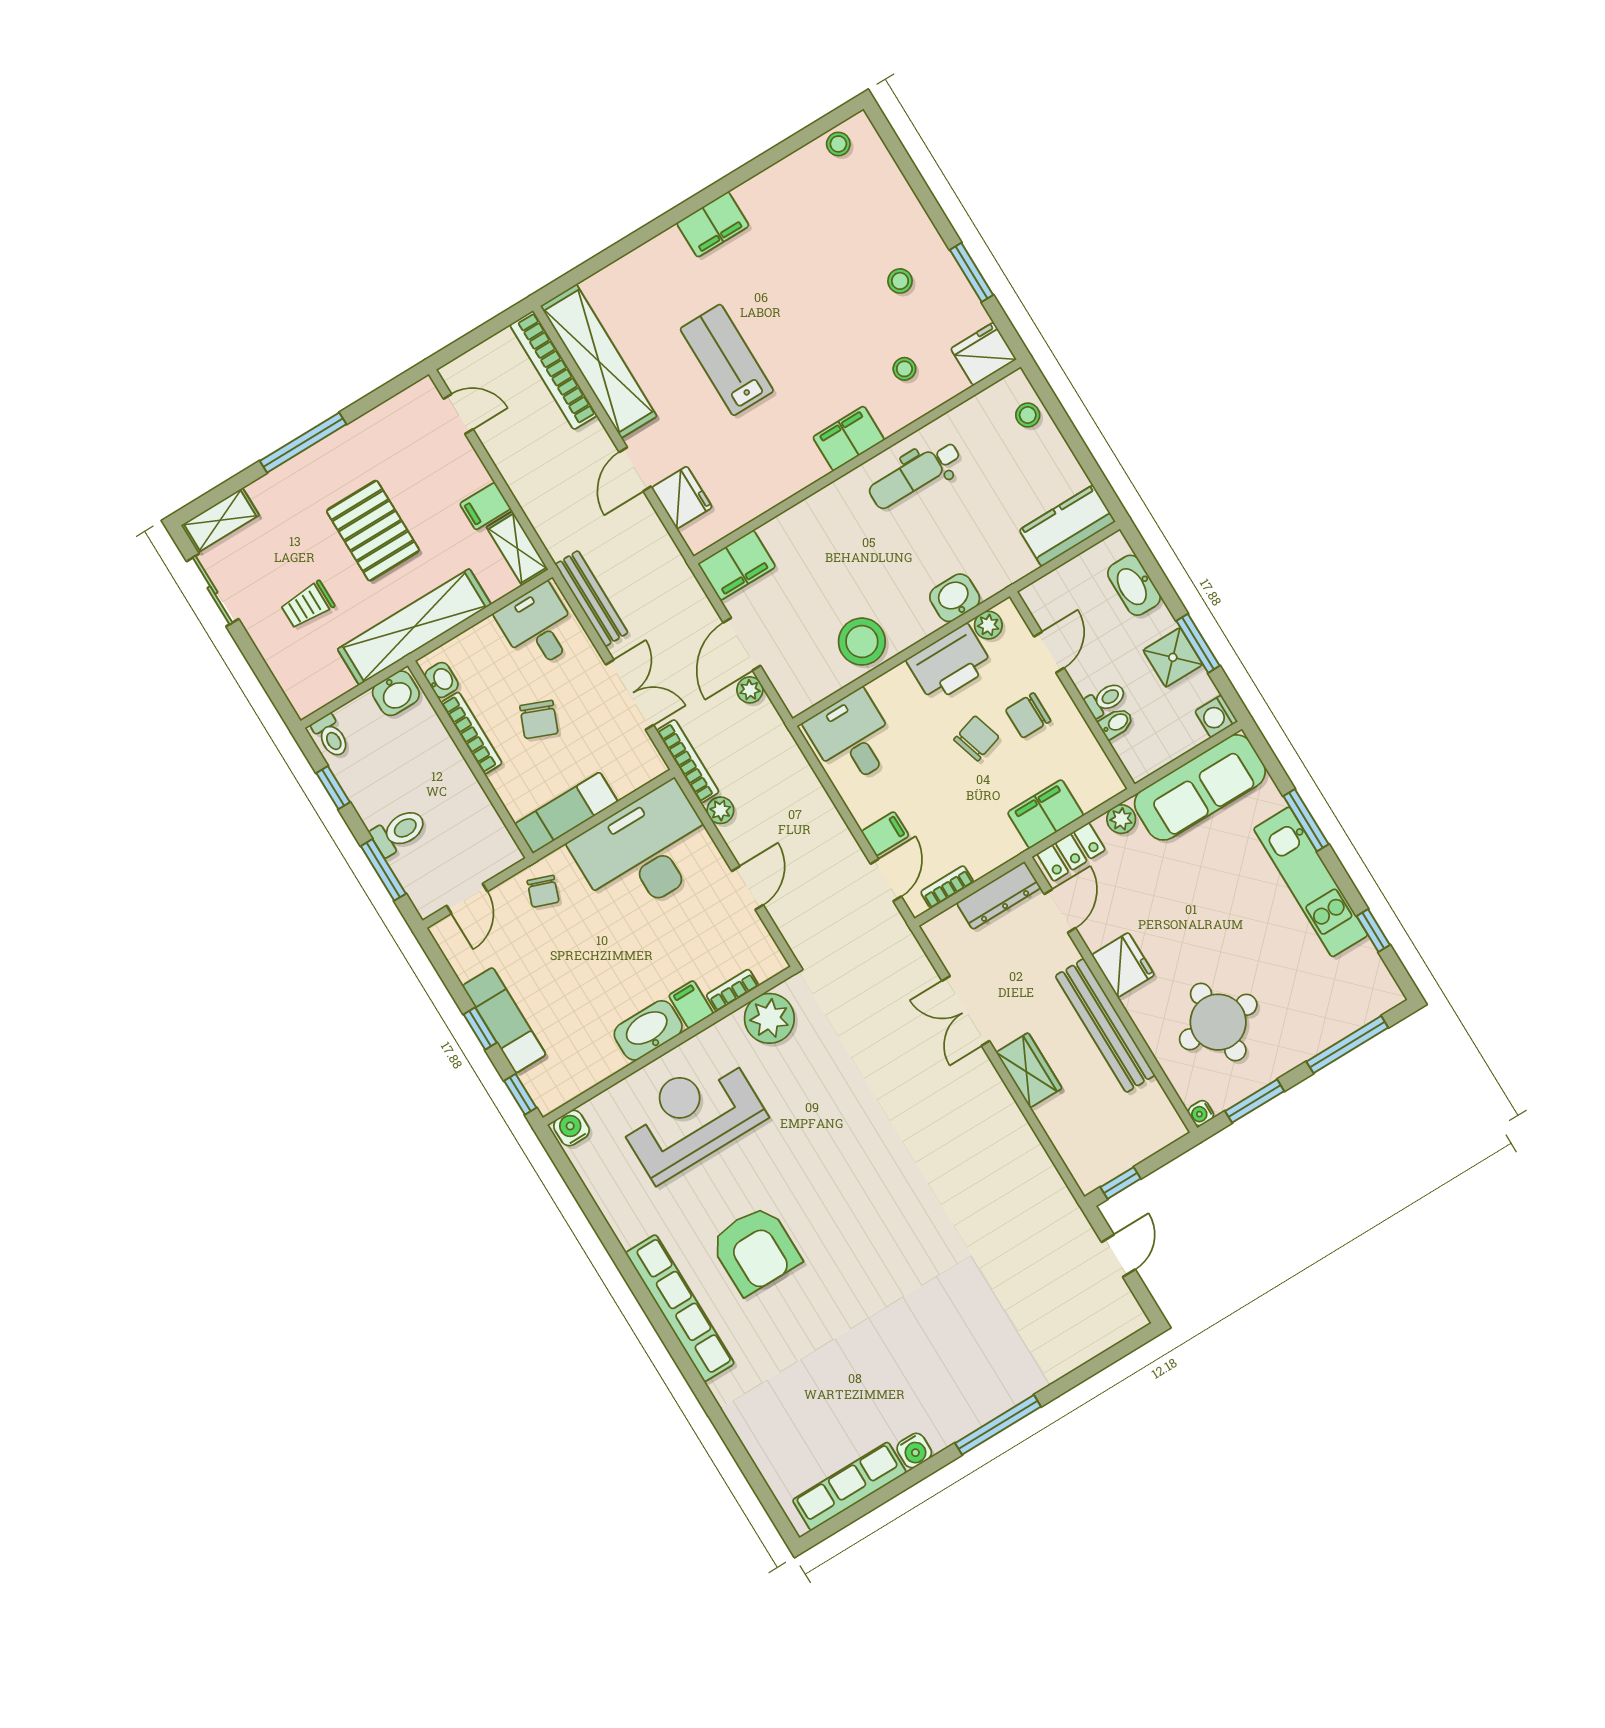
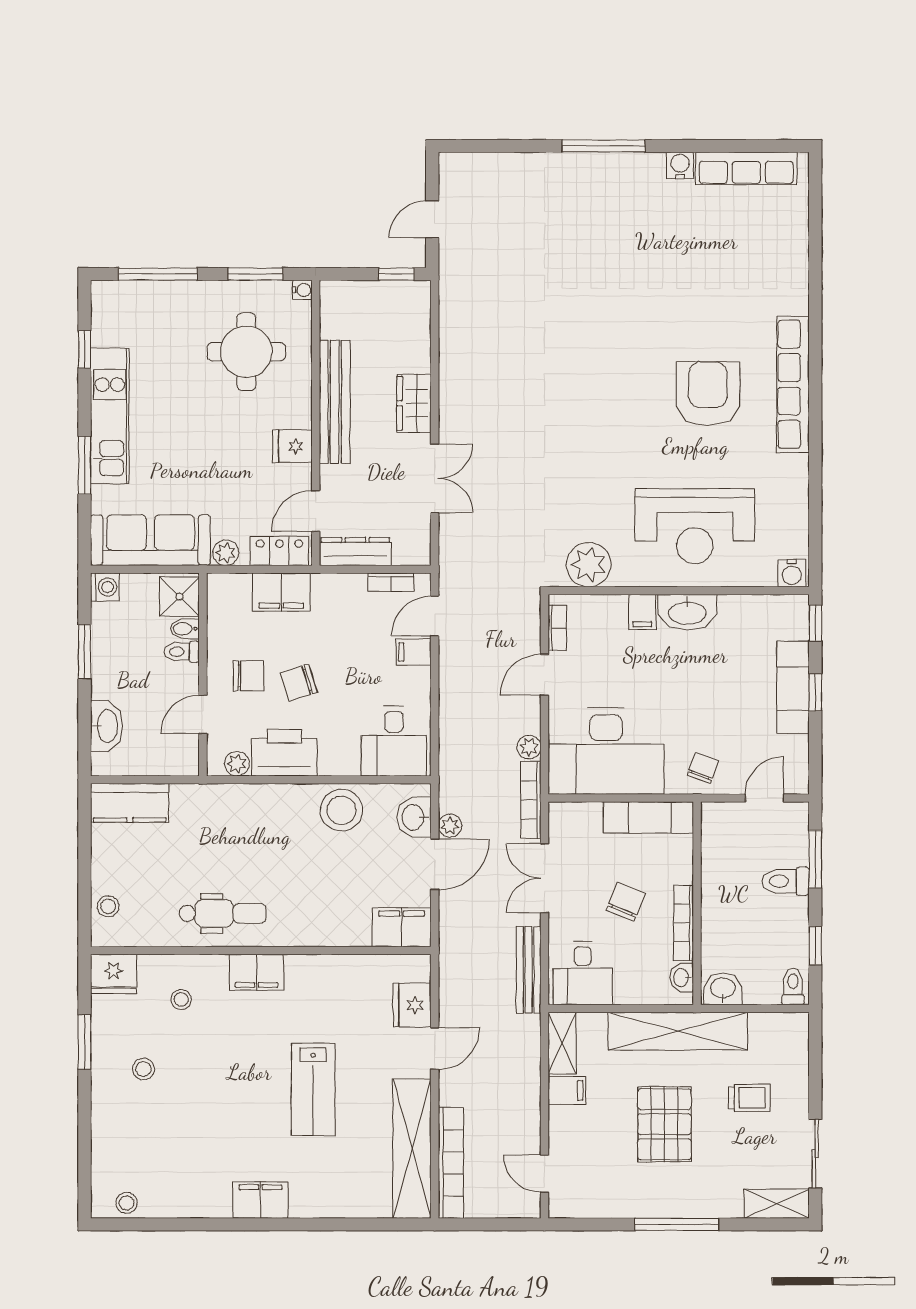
washbasin: (955, 598) -> (414, 817), moved, turned 90
shower: (1173, 657) -> (179, 597), moved
fridge: (1123, 965) -> (292, 446), width x0.72
bookcase: (733, 990) -> (557, 628), moved, turned -90

